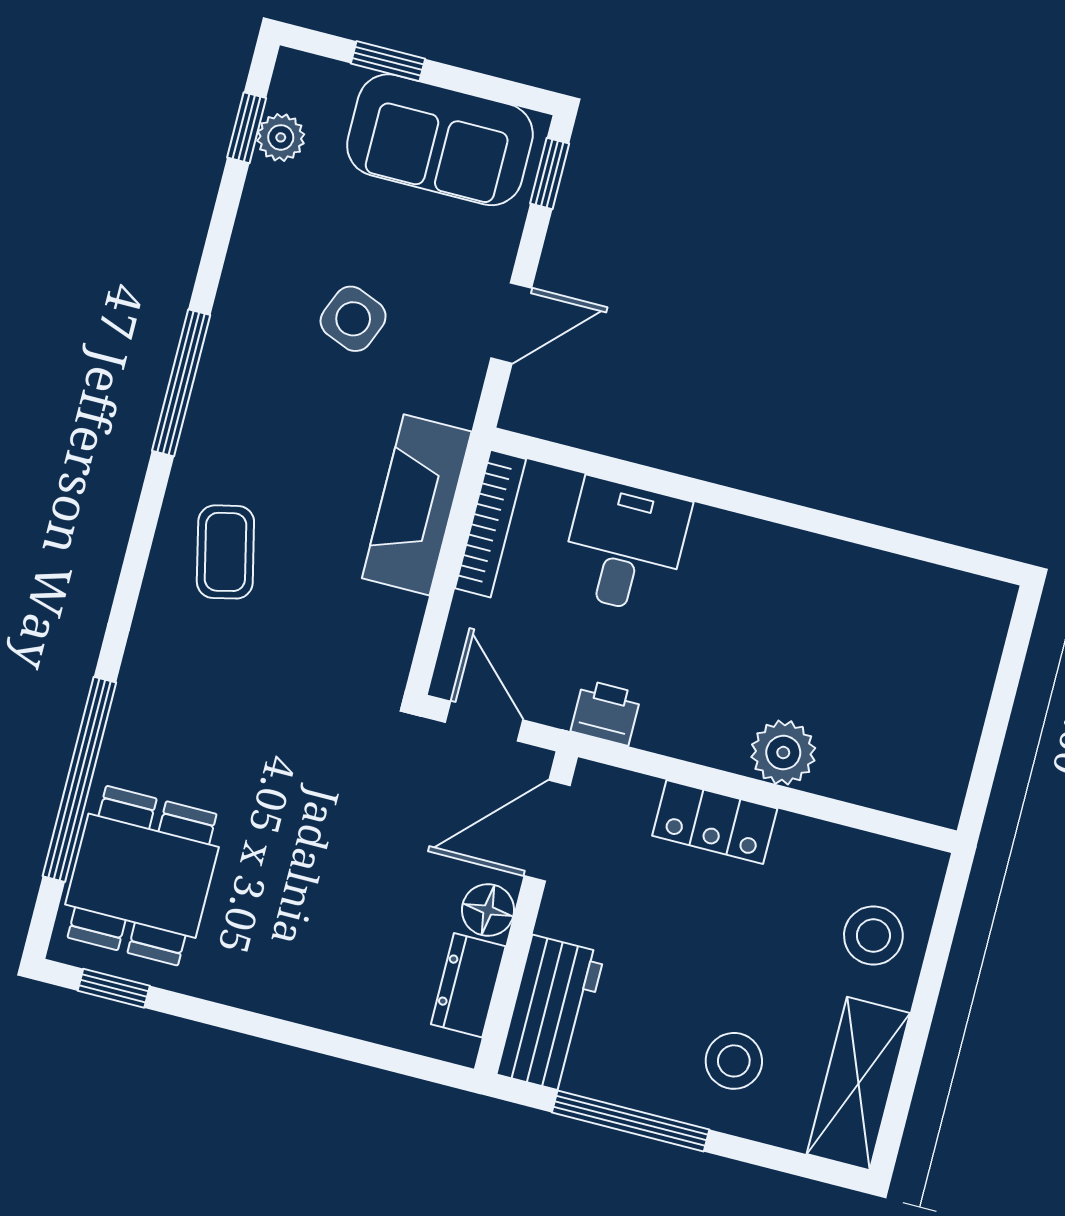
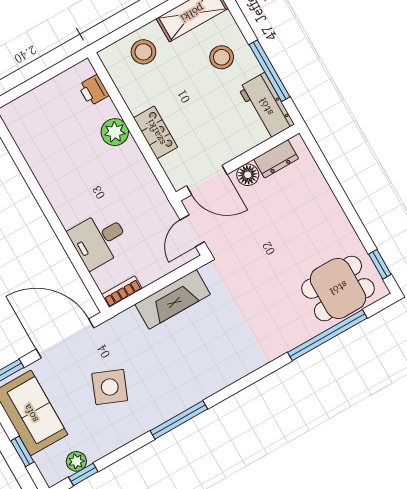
side table: (353, 319) -> (110, 387), width x1.37, depth x1.37
door: (511, 323) -> (65, 338), width x1.87
fireplace: (417, 505) -> (173, 299), moved
bookcase: (491, 524) -> (122, 292), width x0.64
coffee table: (225, 552) -> (217, 358), removed
printer: (606, 713) -> (94, 90), moved
workbench: (551, 1014) -> (266, 106), moved, turned -90

